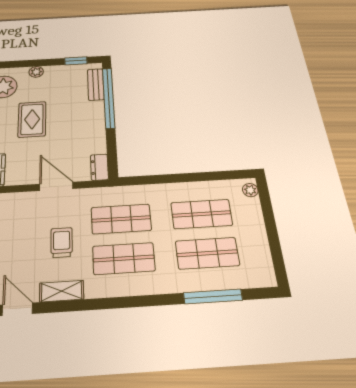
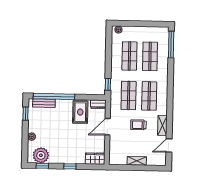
rug: (32, 119) -> (80, 112), moved, turned 90
window: (140, 180) -> (108, 84), added
window: (213, 296) -> (171, 45), moved

